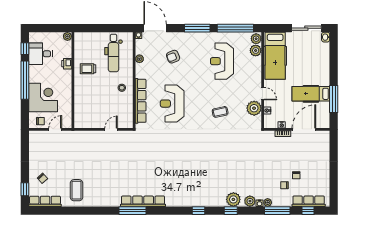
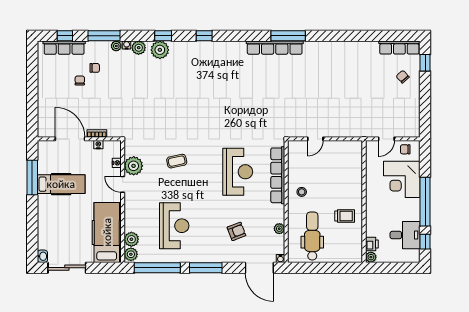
printer: (67, 64) -> (372, 244), moved
door: (304, 129) -> (70, 139), swing flipped
coffee table: (76, 190) -> (359, 62), removed

